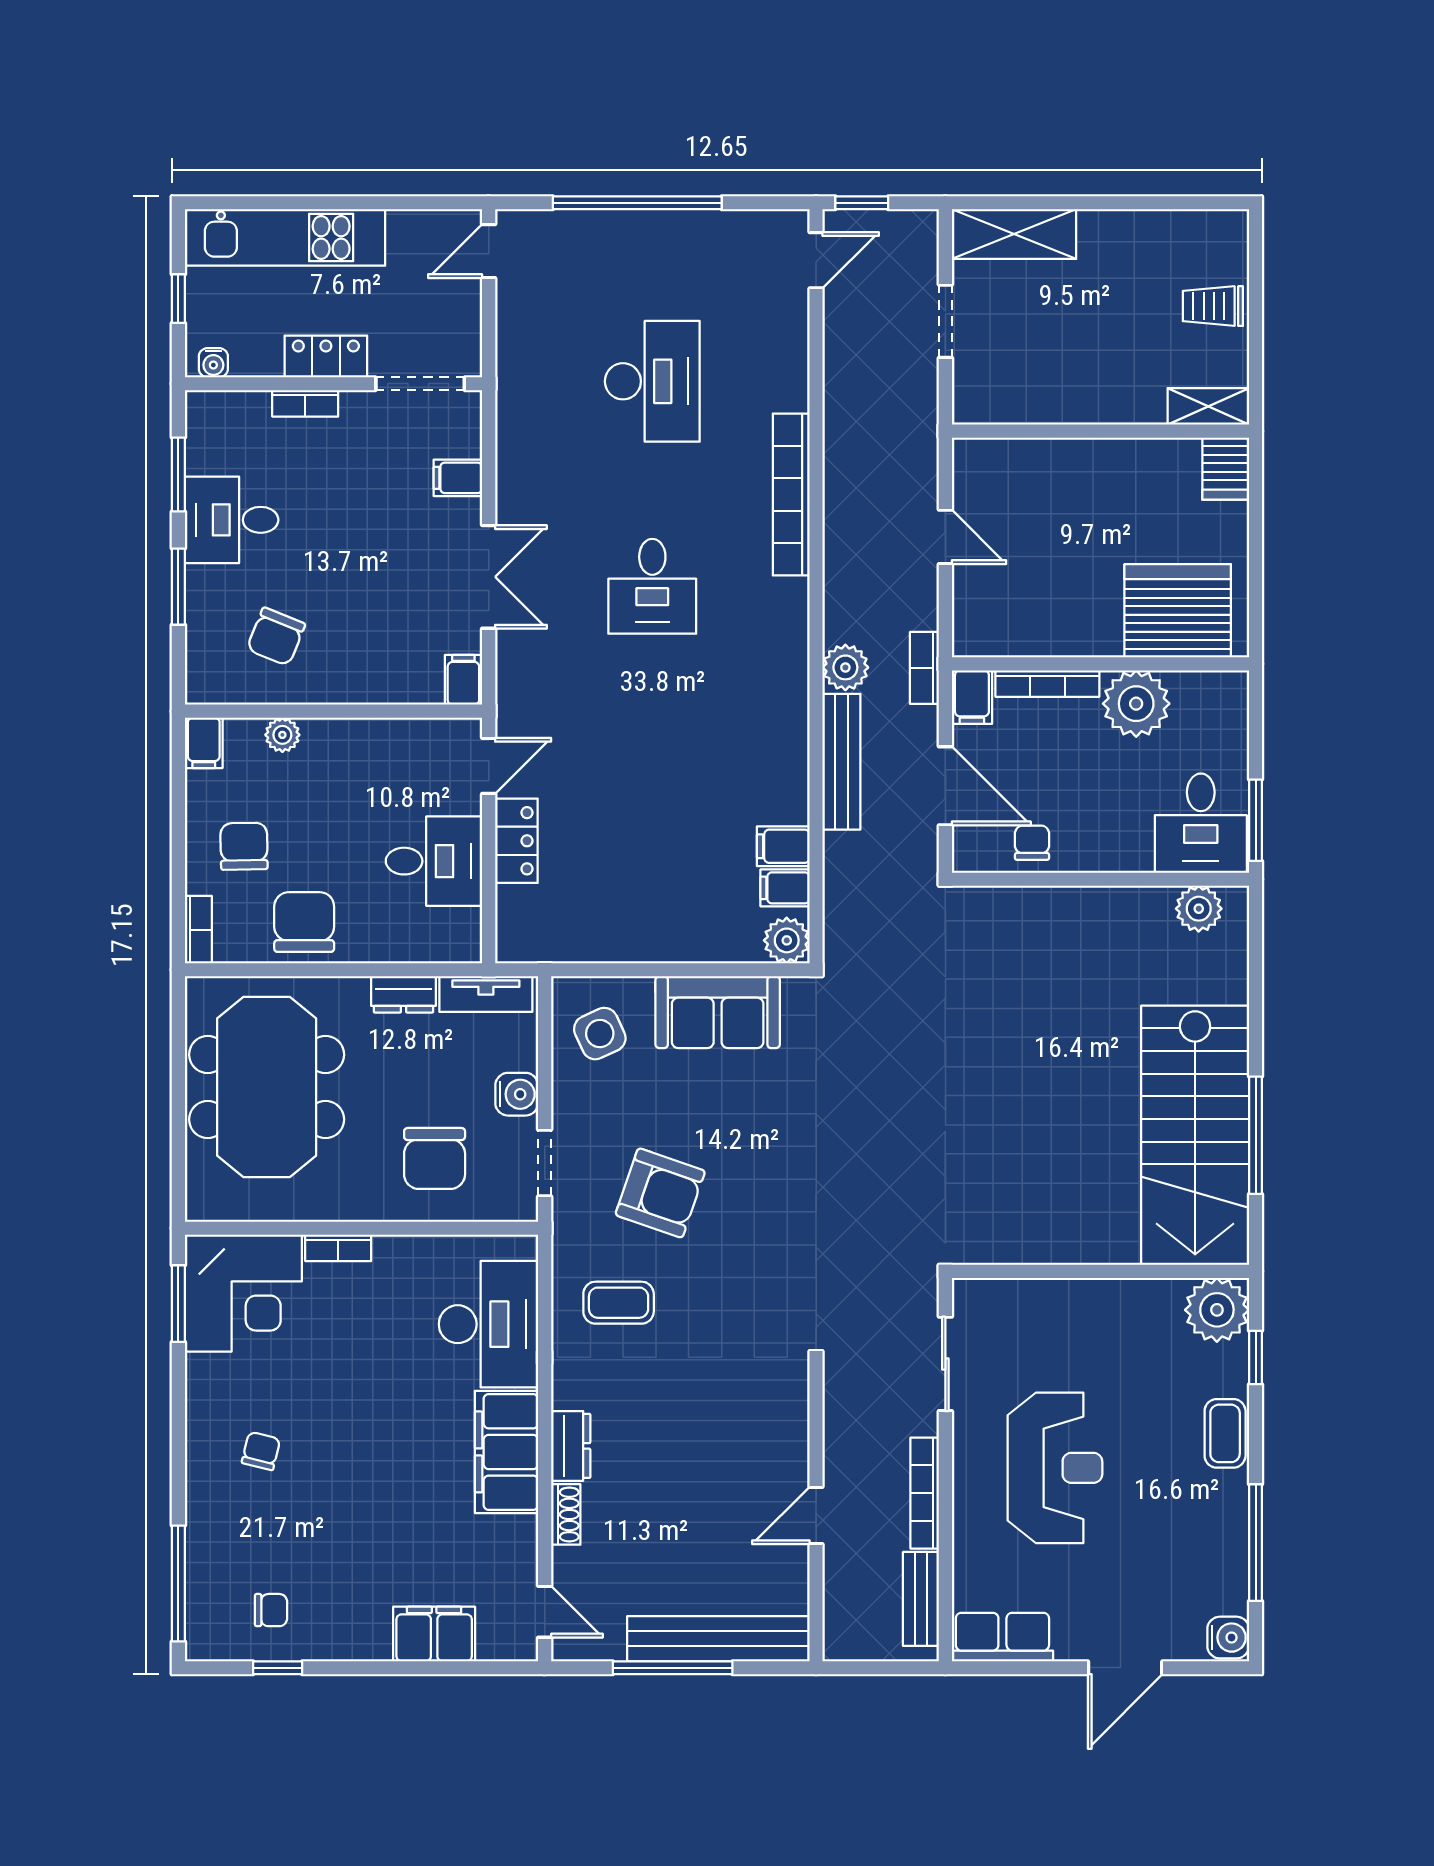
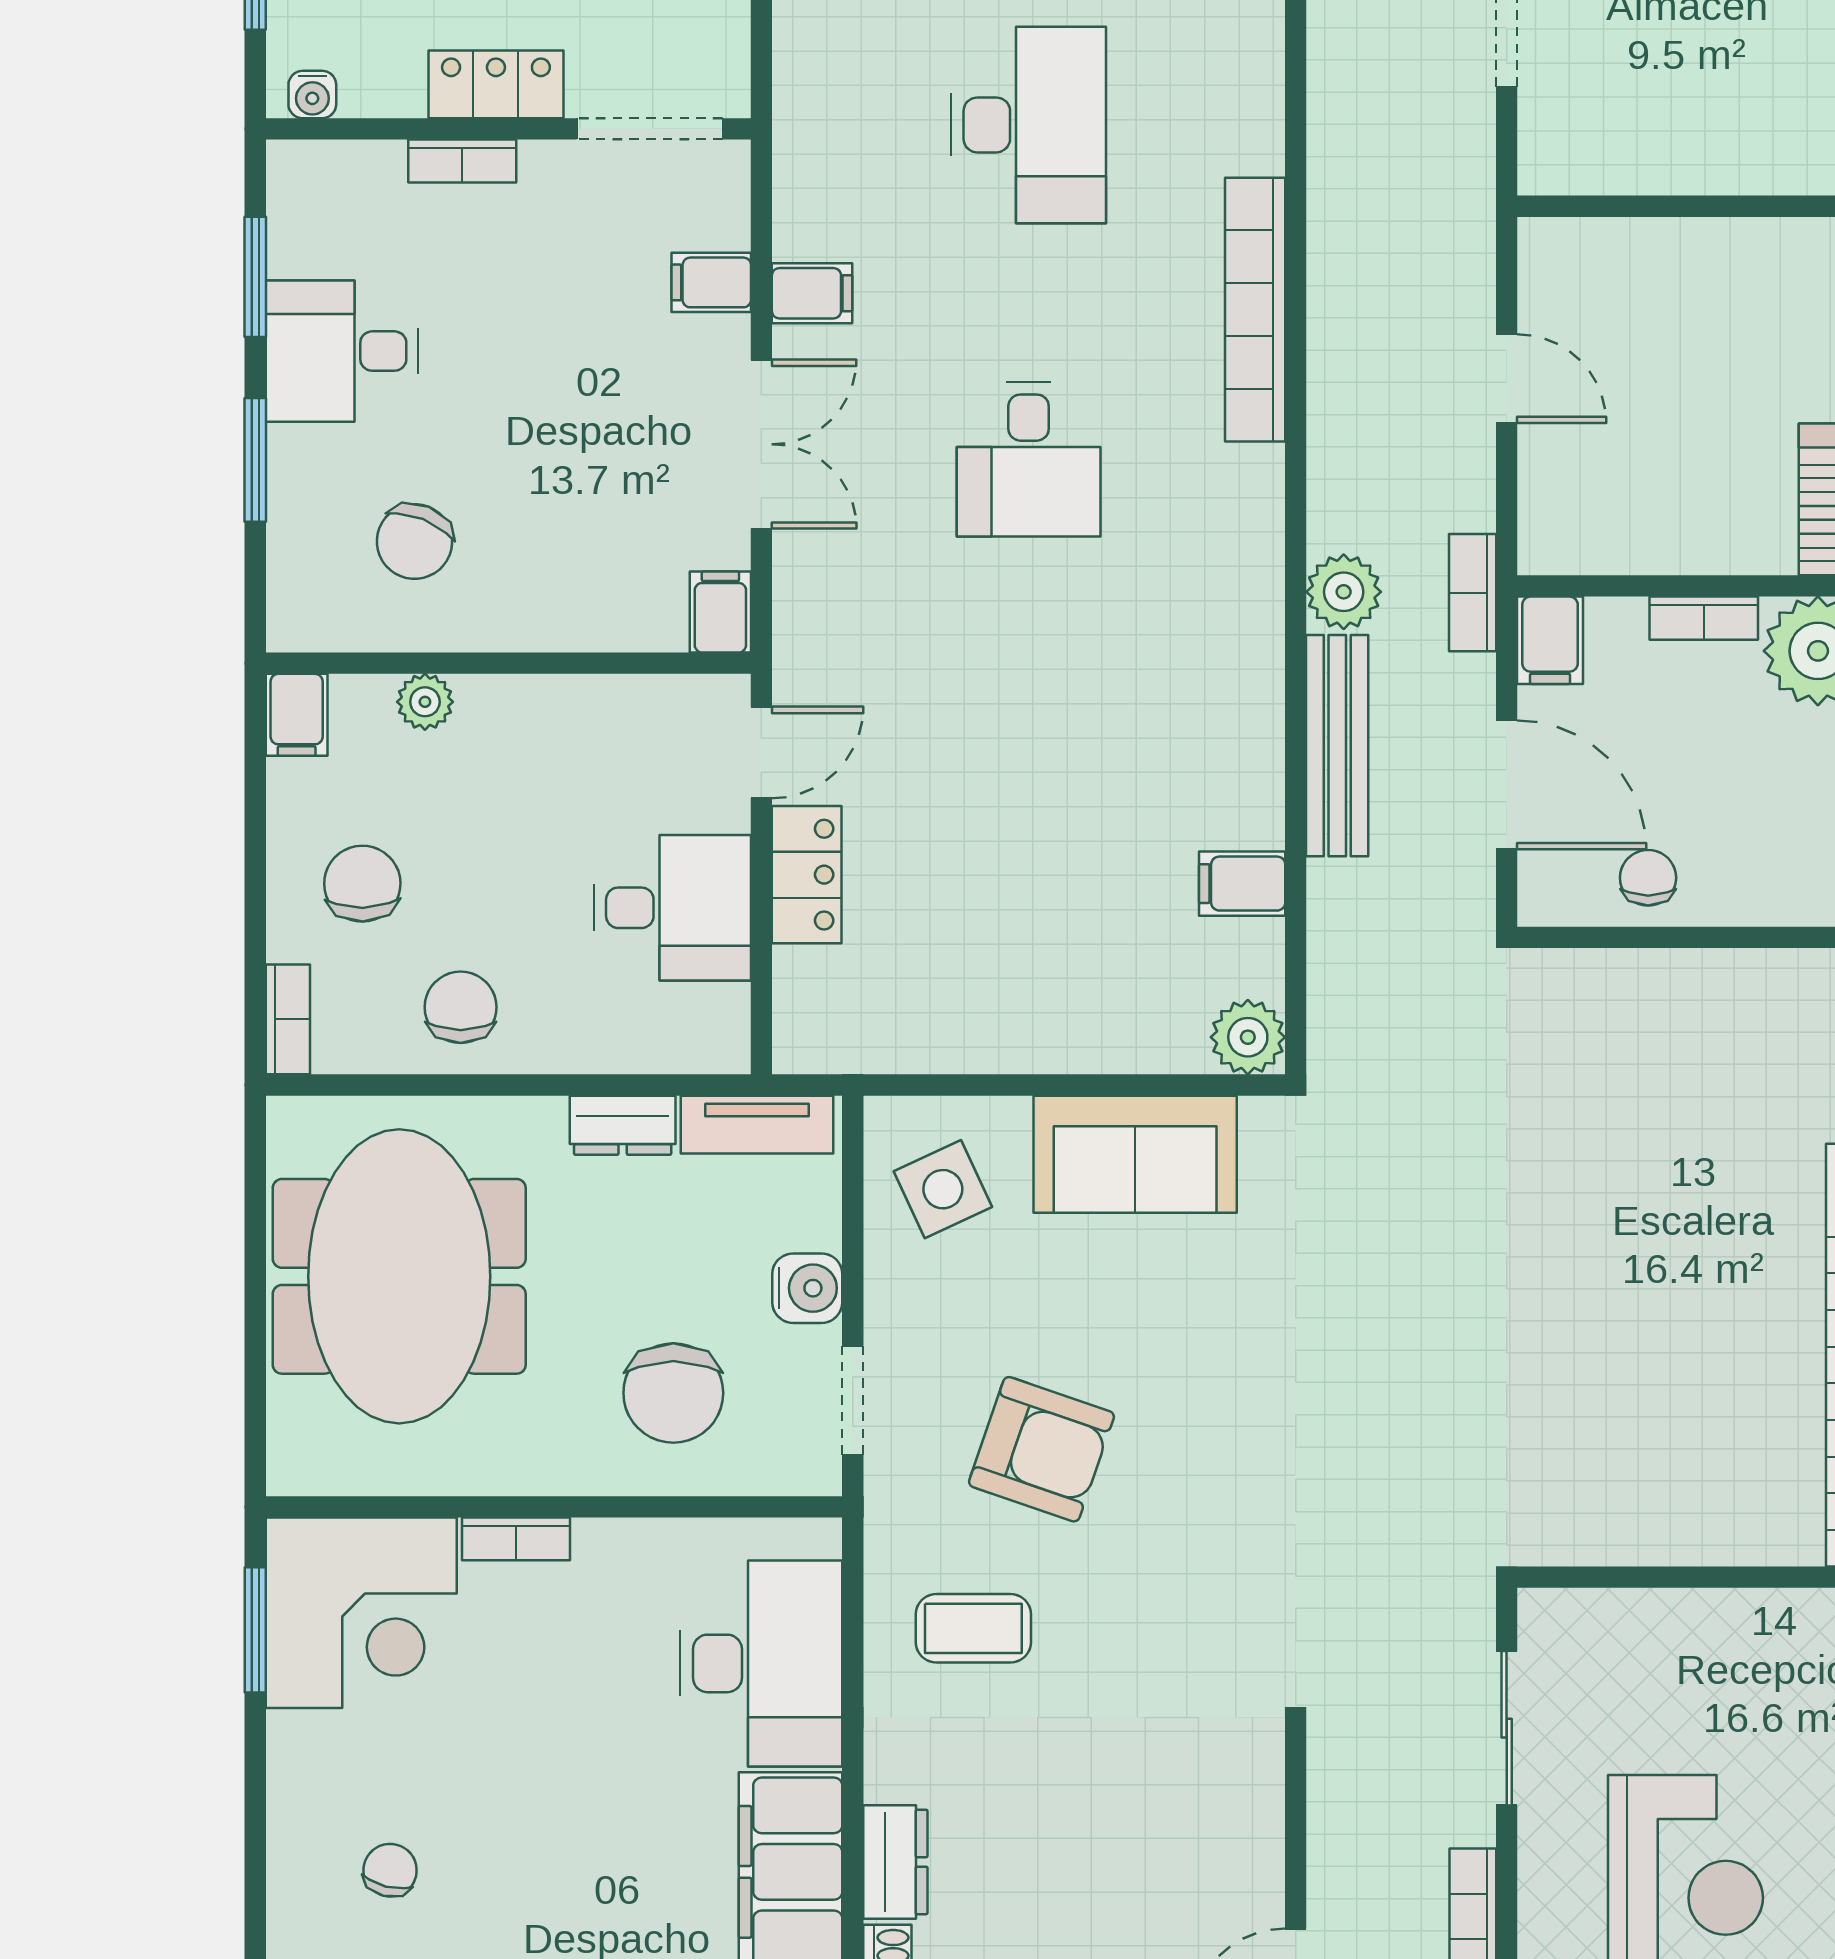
bookcase: (1047, 684) -> (1704, 618), width x0.64
filing cabinet: (785, 888) -> (812, 293), moved, turned 180
chair: (304, 922) -> (461, 1007), width x0.73, depth x0.73

